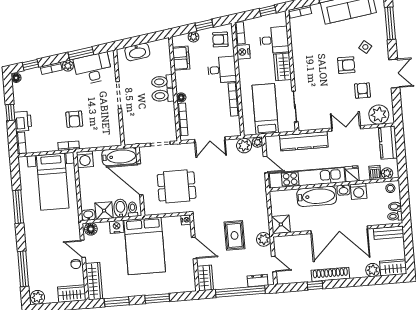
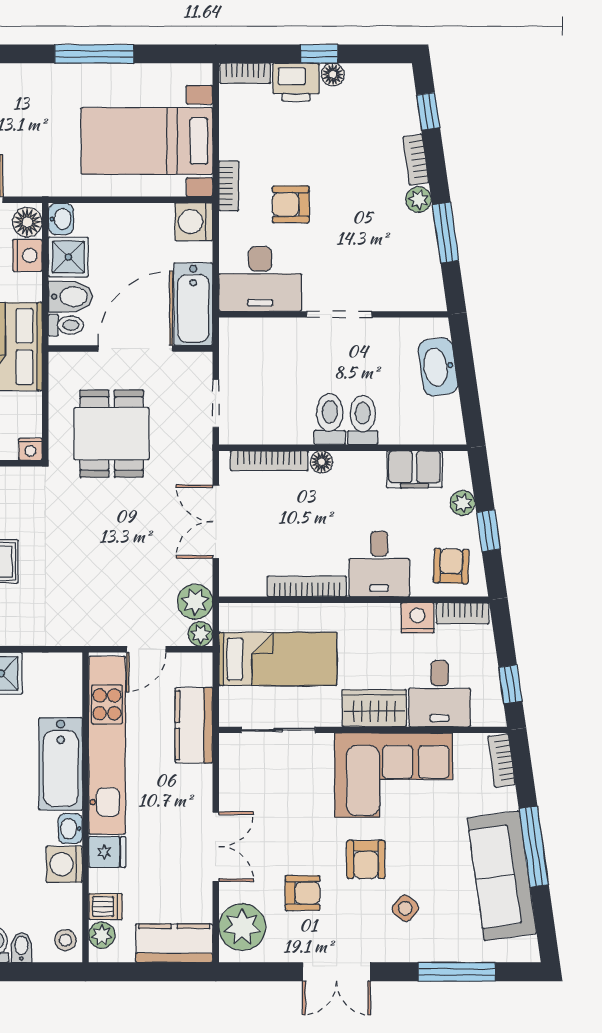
corner sofa: (310, 56) -> (394, 775), added
desk: (93, 69) -> (260, 279), moved, turned 98
floor lamp: (16, 78) -> (333, 75), moved
kitchen counter: (304, 141) -> (194, 725), width x0.67
nightstand: (117, 227) -> (27, 256), moved

